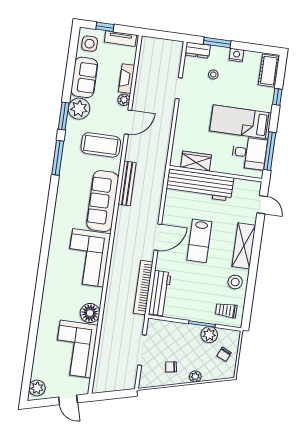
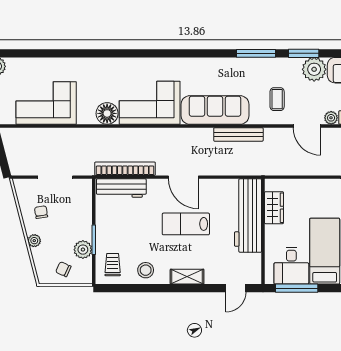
coffee table: (101, 145) -> (277, 99), width x0.54, depth x0.58
shelving: (244, 246) -> (187, 277), width x0.67, depth x0.75
floor lamp: (90, 313) -> (107, 113), moved

